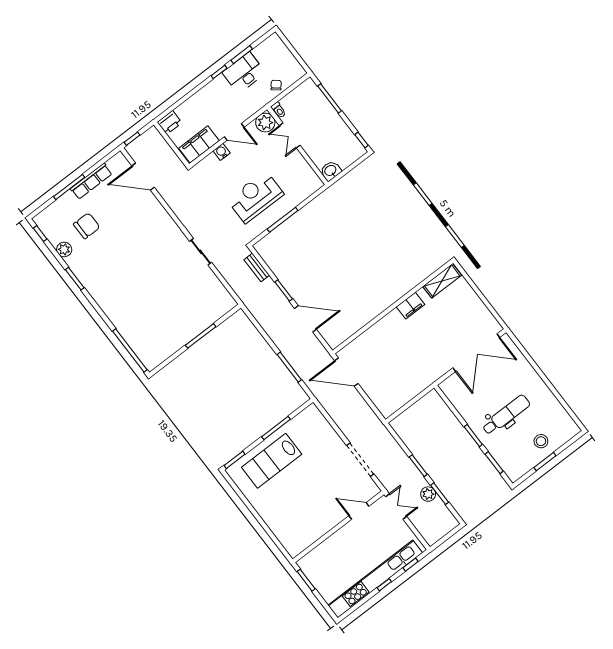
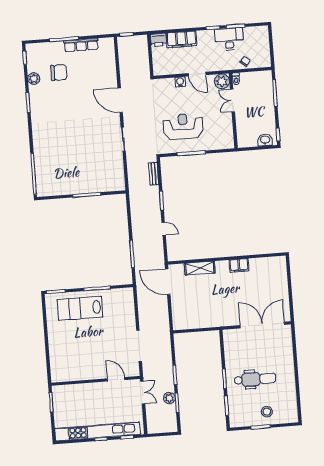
filing cabinet: (199, 144) -> (181, 39), moved, turned 180
washbasin: (331, 171) -> (265, 140), moved
door: (143, 177) -> (120, 100), moved
shelving: (442, 281) -> (200, 268), moved
door: (305, 319) -> (164, 229), width x0.53
double door: (476, 353) -> (262, 325), swing flipped

